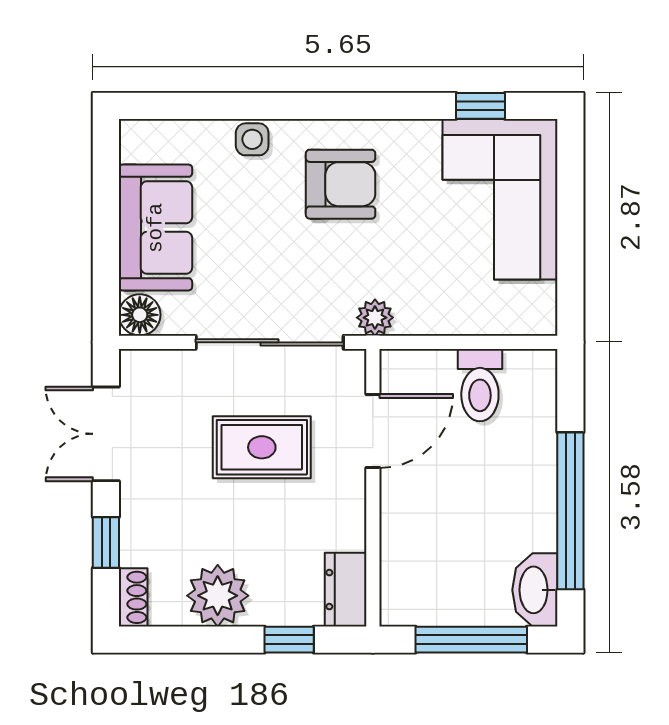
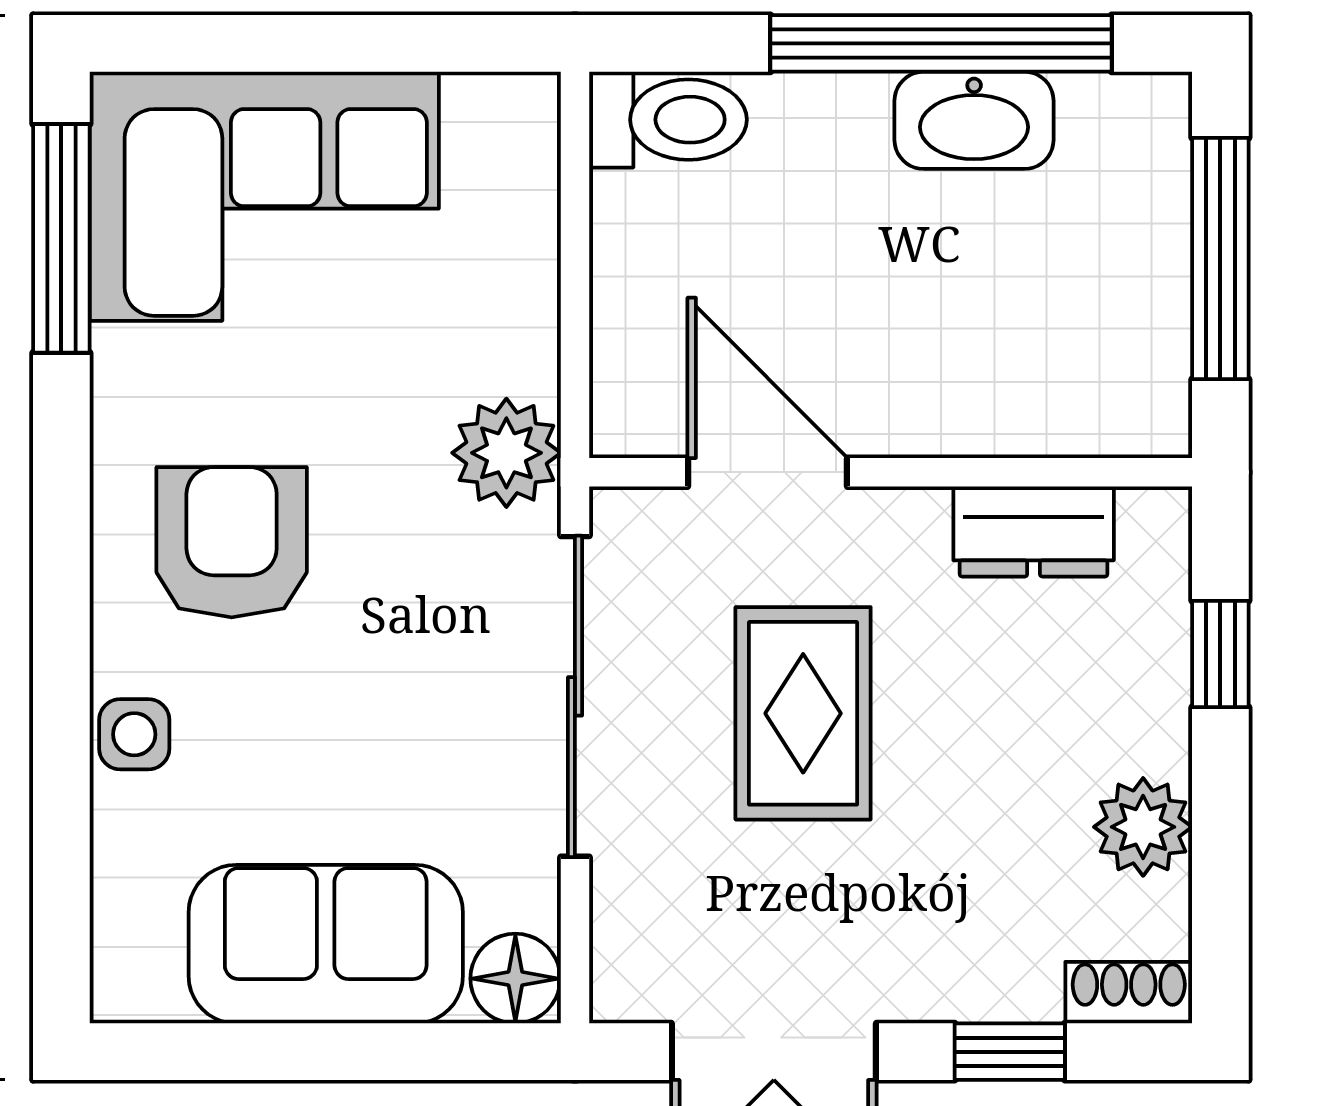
window: (481, 106) -> (61, 238), width x2.17
plant: (375, 318) -> (506, 453), width x1.38, depth x1.38
toilet: (480, 385) -> (668, 120), moved
dresser: (346, 590) -> (1034, 531), moved
washbasin: (535, 590) -> (974, 120), moved
plant: (218, 596) -> (1143, 827), width x0.73, depth x0.73

